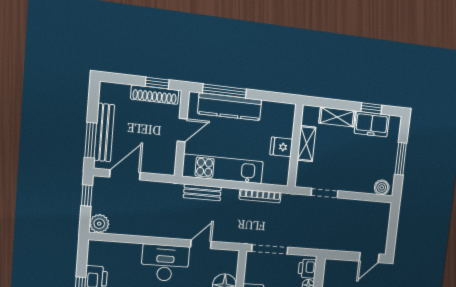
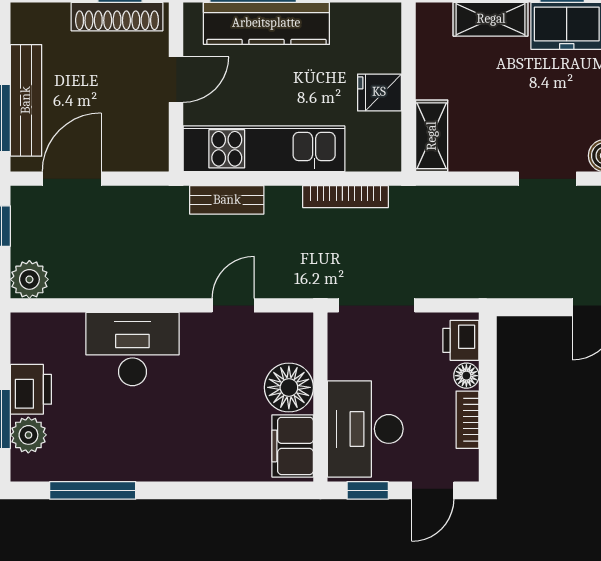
shelving: (307, 144) -> (432, 136), moved
doorway: (325, 193) -> (547, 179), moved
desk: (165, 263) -> (132, 349), moved

